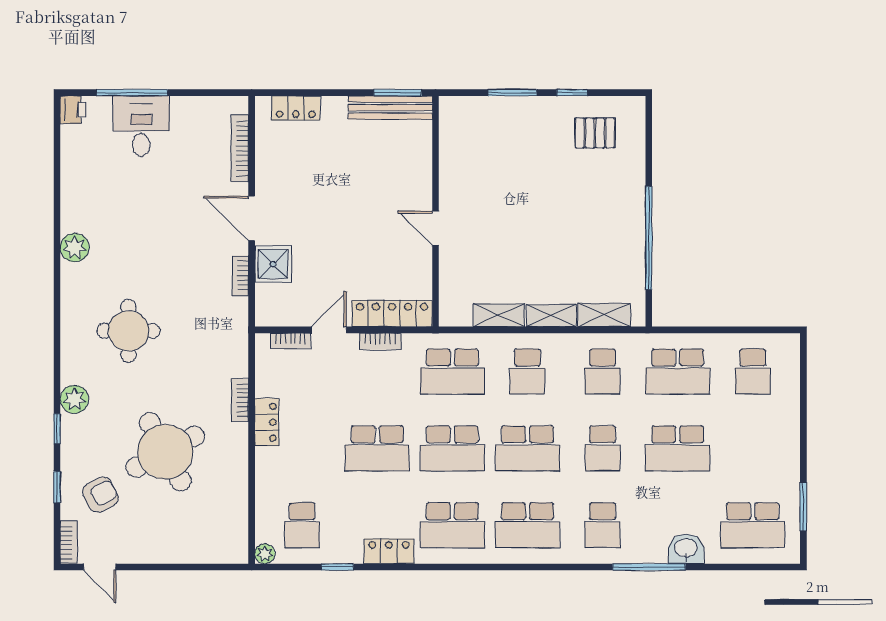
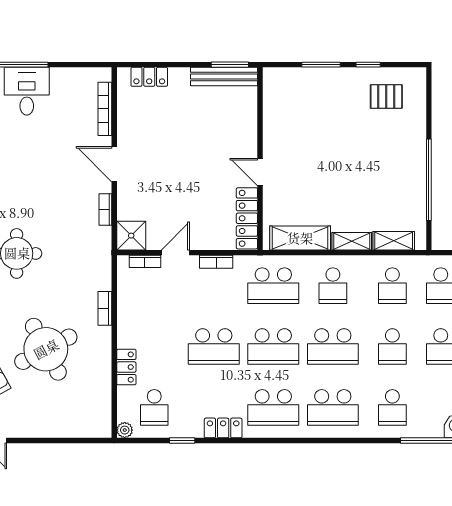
shower: (273, 264) -> (131, 236), moved
locker: (392, 313) -> (247, 218), moved, turned -90
shelving: (499, 315) -> (300, 238), width x1.50, depth x1.33
locker: (267, 422) -> (126, 367), moved

